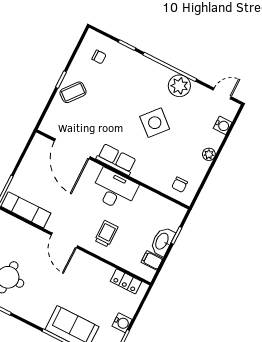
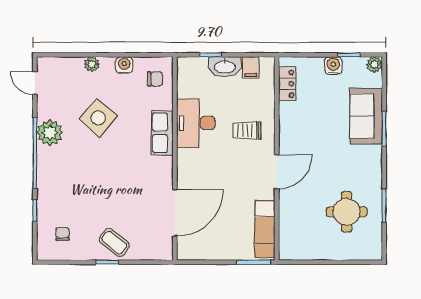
side table: (155, 123) -> (98, 118), moved
water cooler: (223, 125) -> (124, 65), moved
plant: (209, 154) -> (92, 64), moved
row of seats: (116, 159) -> (162, 133), moved
desk: (114, 190) -> (196, 123), moved

